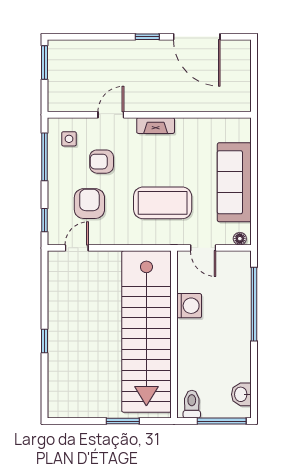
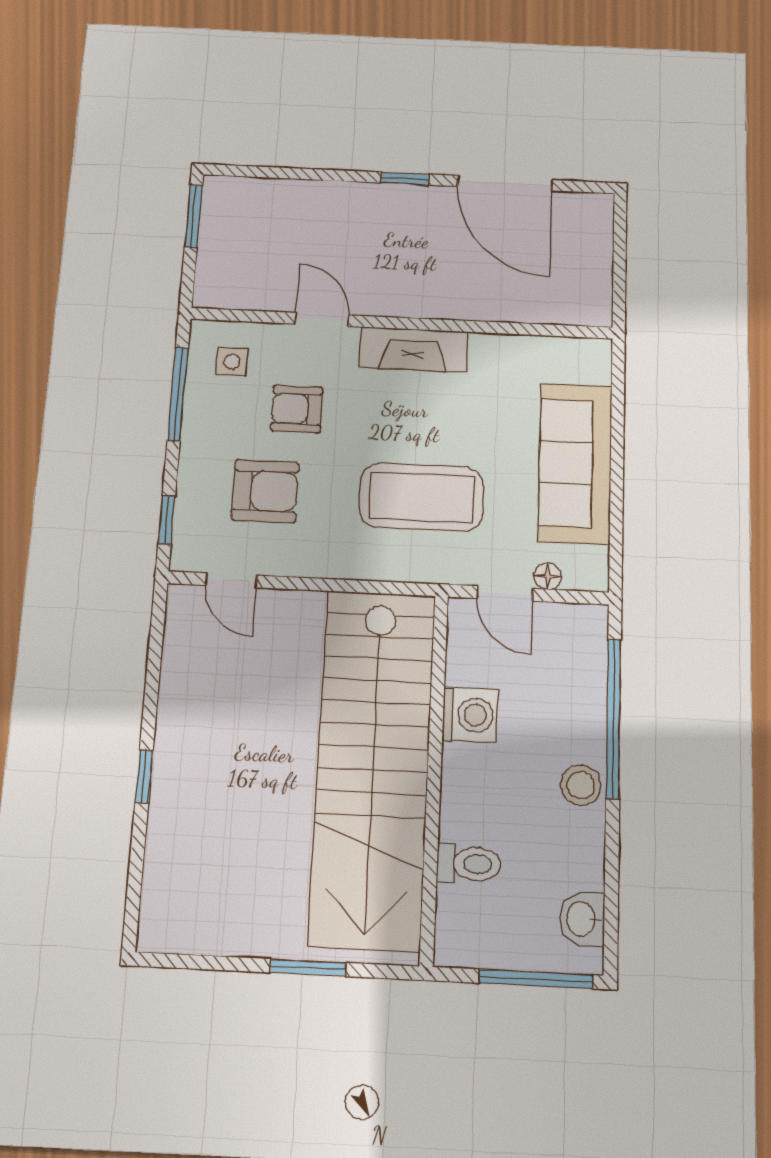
door: (111, 115) -> (322, 319), hinge flipped
fireplace: (156, 126) -> (413, 349), width x1.37, depth x1.32
armchair: (89, 204) -> (265, 491), turned 90
floor lamp: (240, 239) -> (548, 576), moved
door: (77, 248) -> (231, 580), swing flipped
stool: (240, 335) -> (581, 785), added
toilet: (192, 404) -> (469, 864), moved, turned 90

